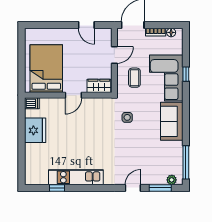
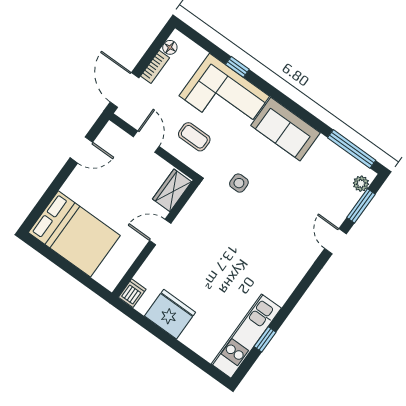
bed: (46, 69) -> (74, 234), moved, turned 180
door: (73, 95) -> (160, 232), swing flipped
kitchen unit: (76, 177) -> (246, 336), moved

